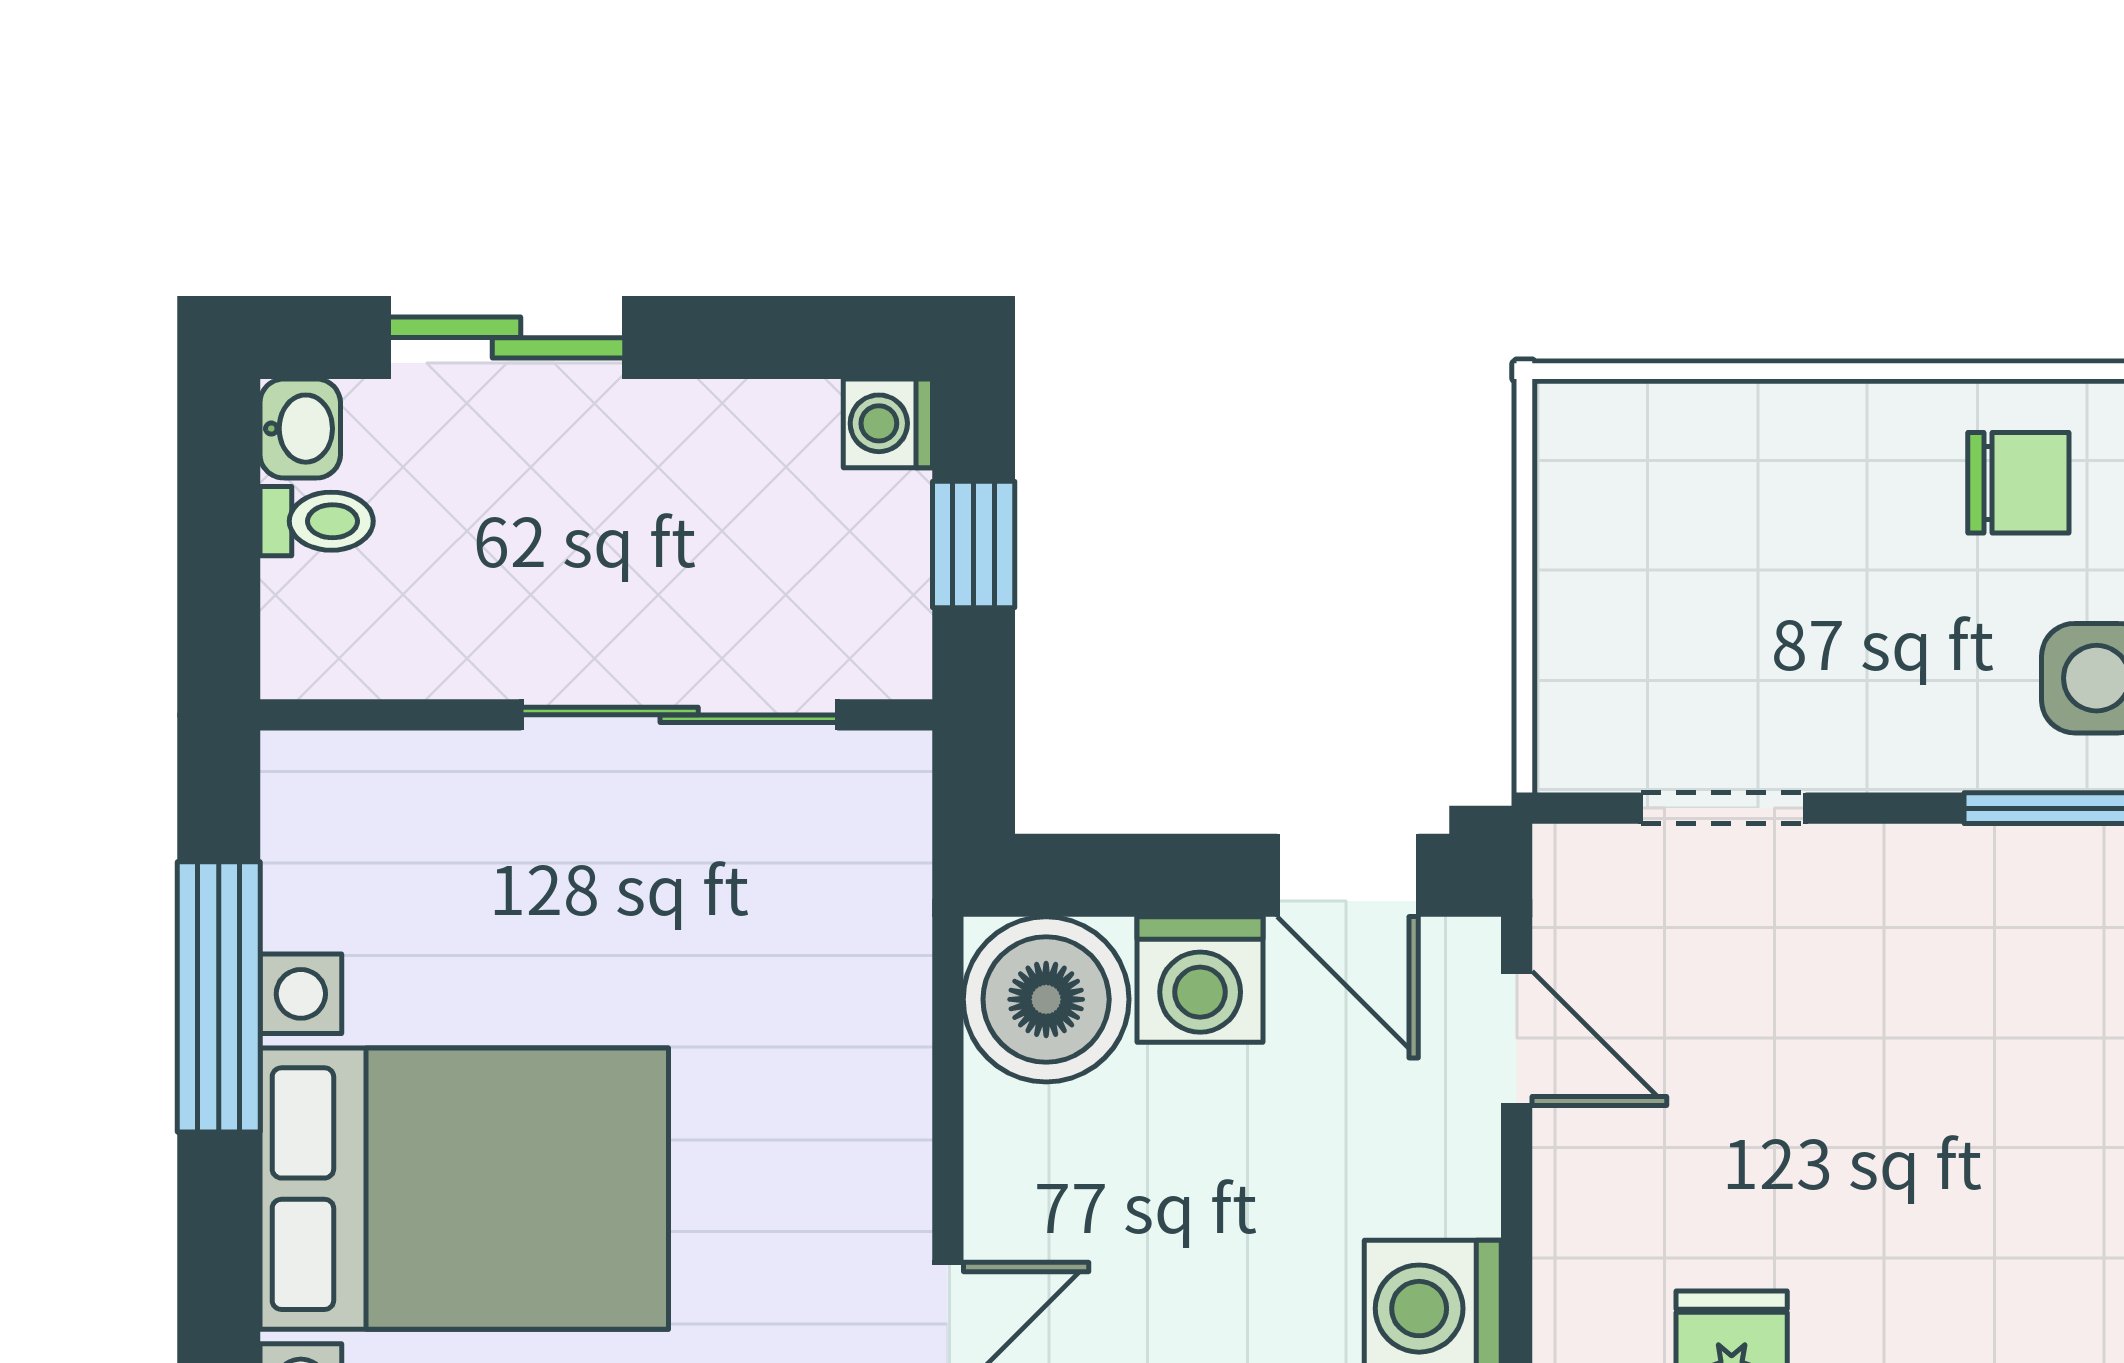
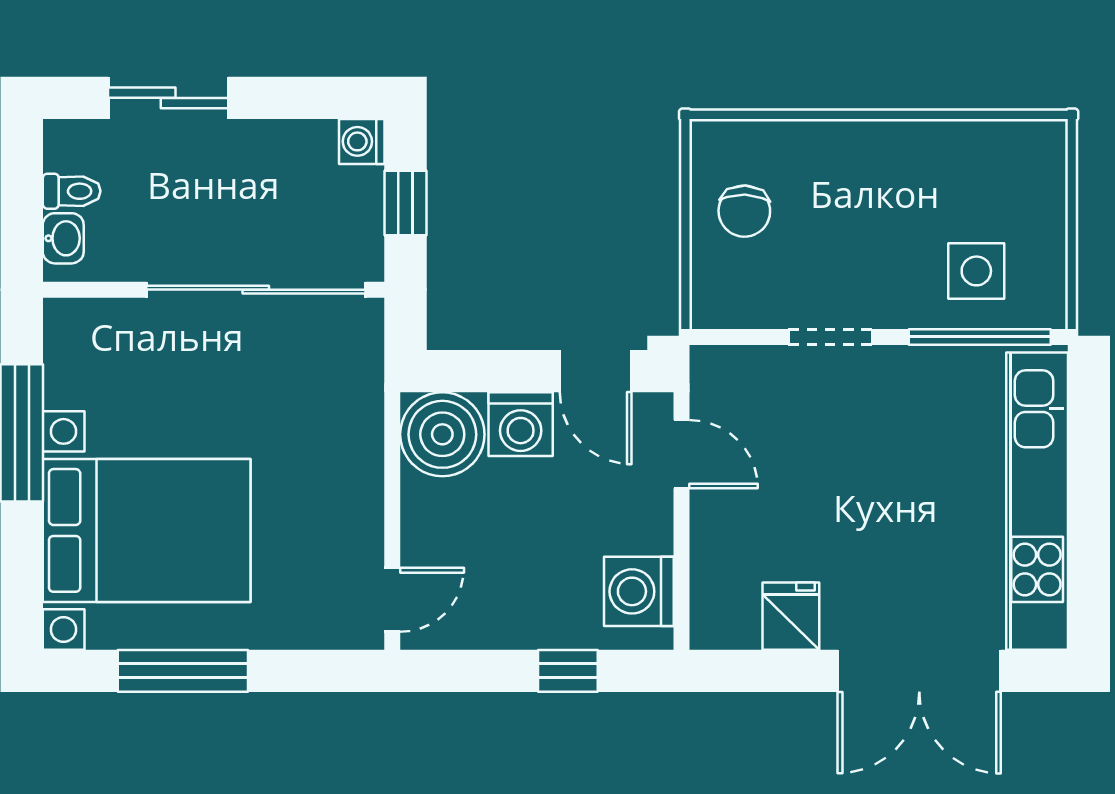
washbasin: (300, 429) -> (63, 238), moved
chair: (2018, 483) -> (744, 211), moved, turned 92
sliding door: (679, 715) -> (256, 290), width x1.36
doorway: (1723, 808) -> (830, 337), moved

